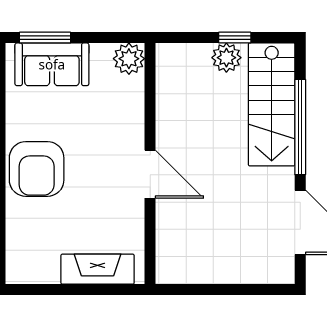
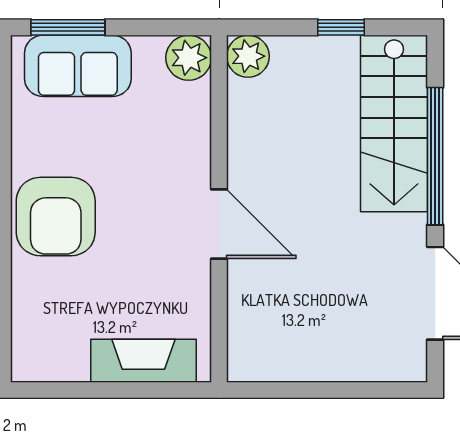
plant: (226, 58) -> (248, 56), moved

